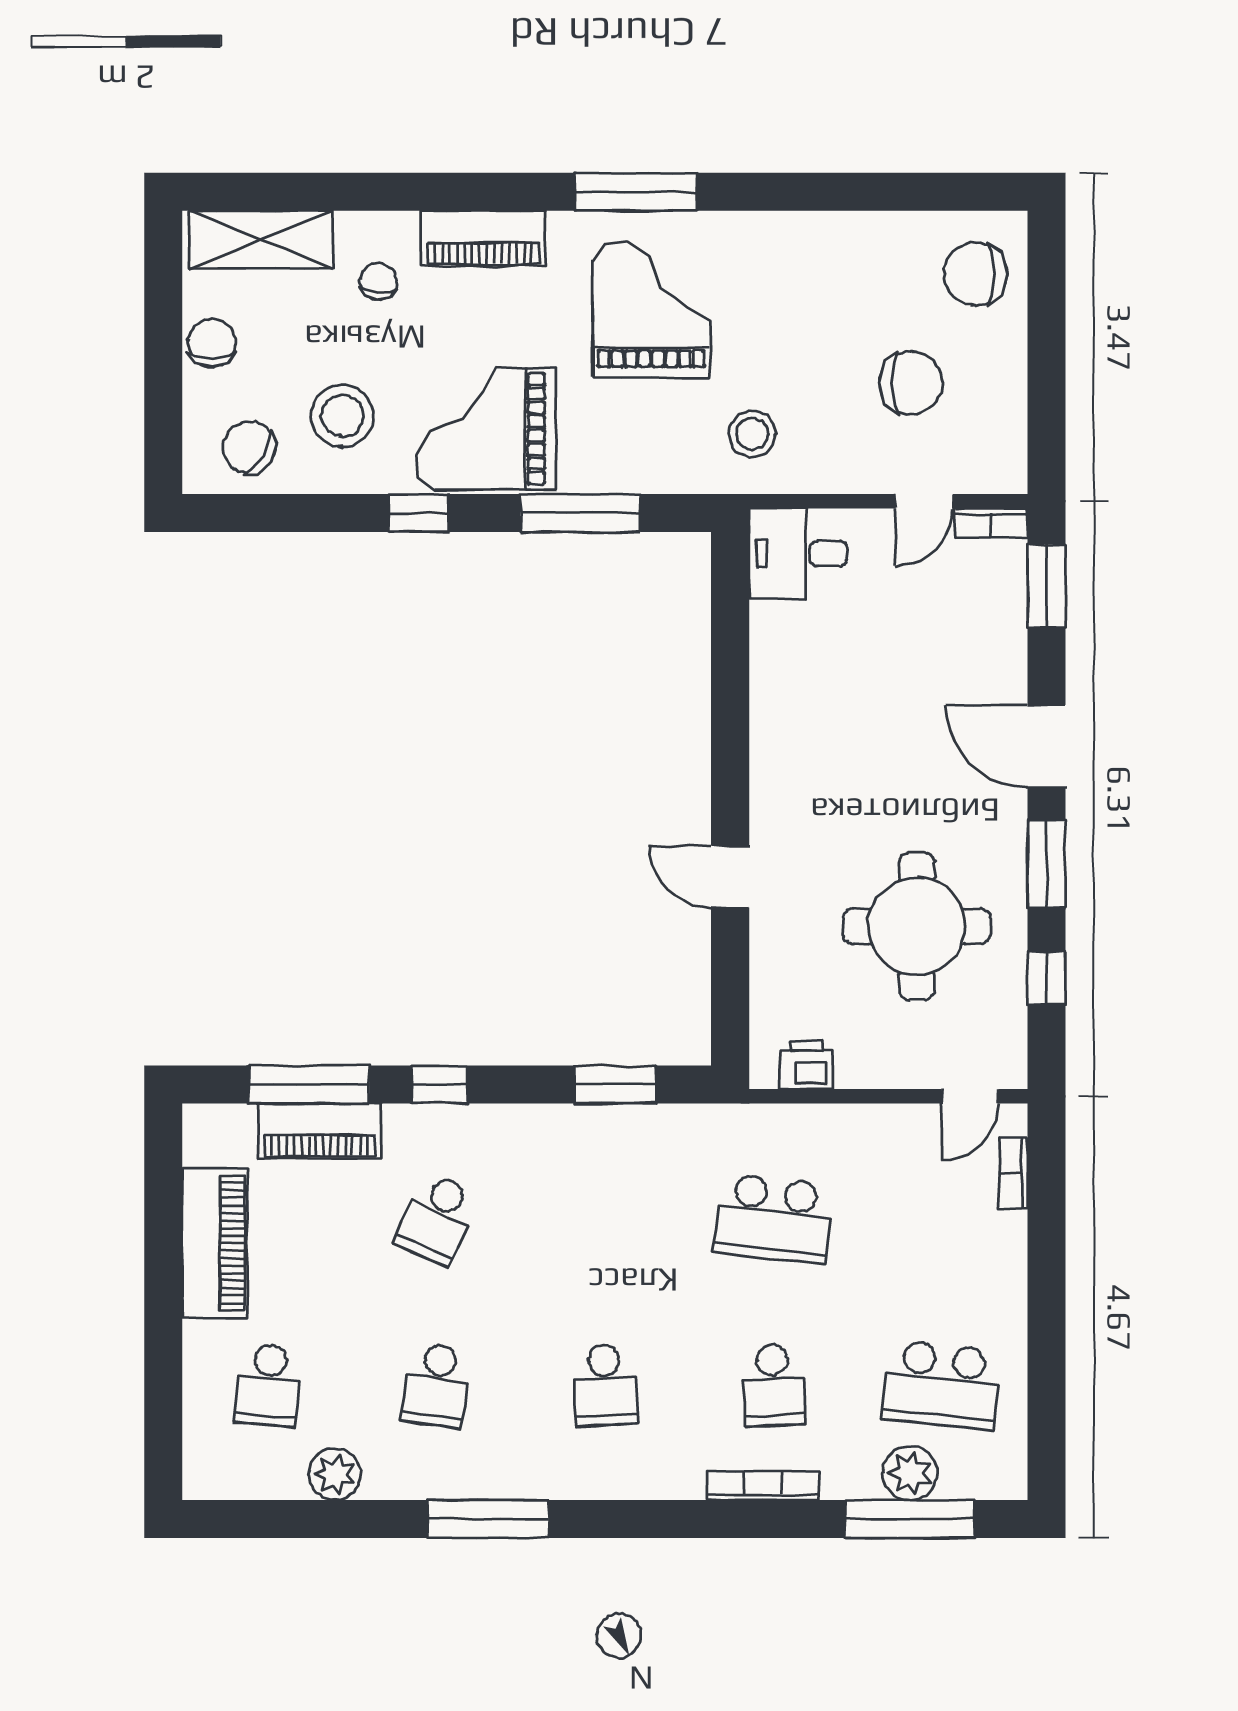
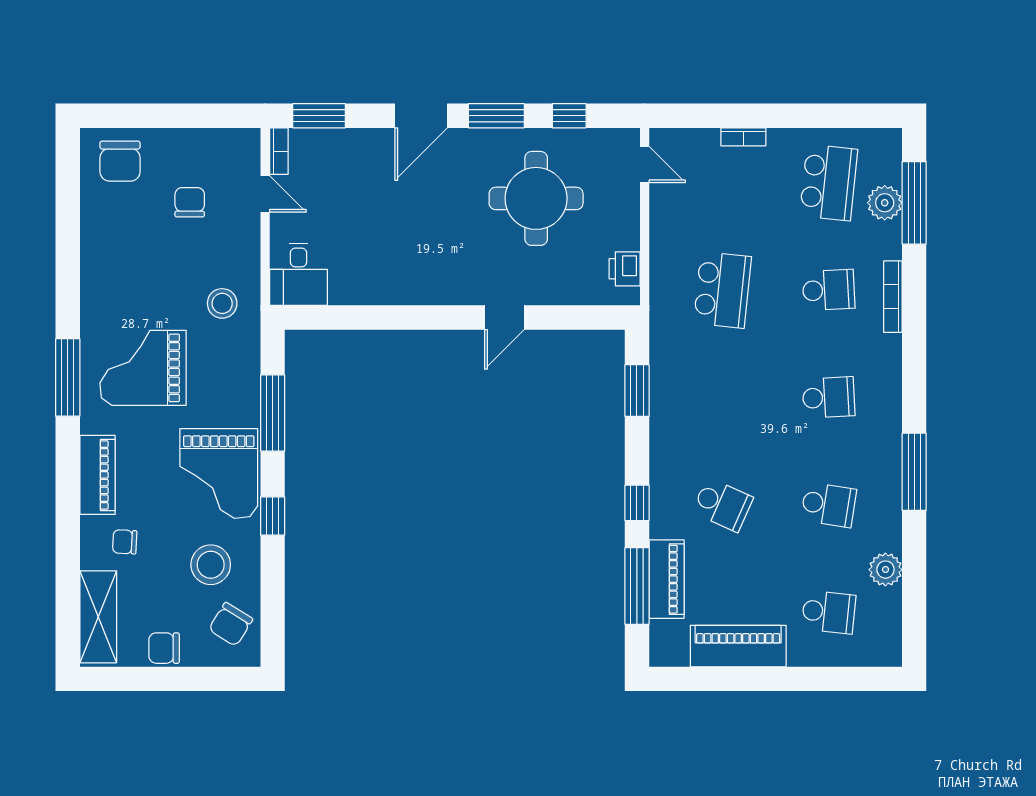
chair: (911, 383) -> (190, 202), width x0.73, depth x0.73
bookcase: (1014, 1173) -> (743, 137), moved

